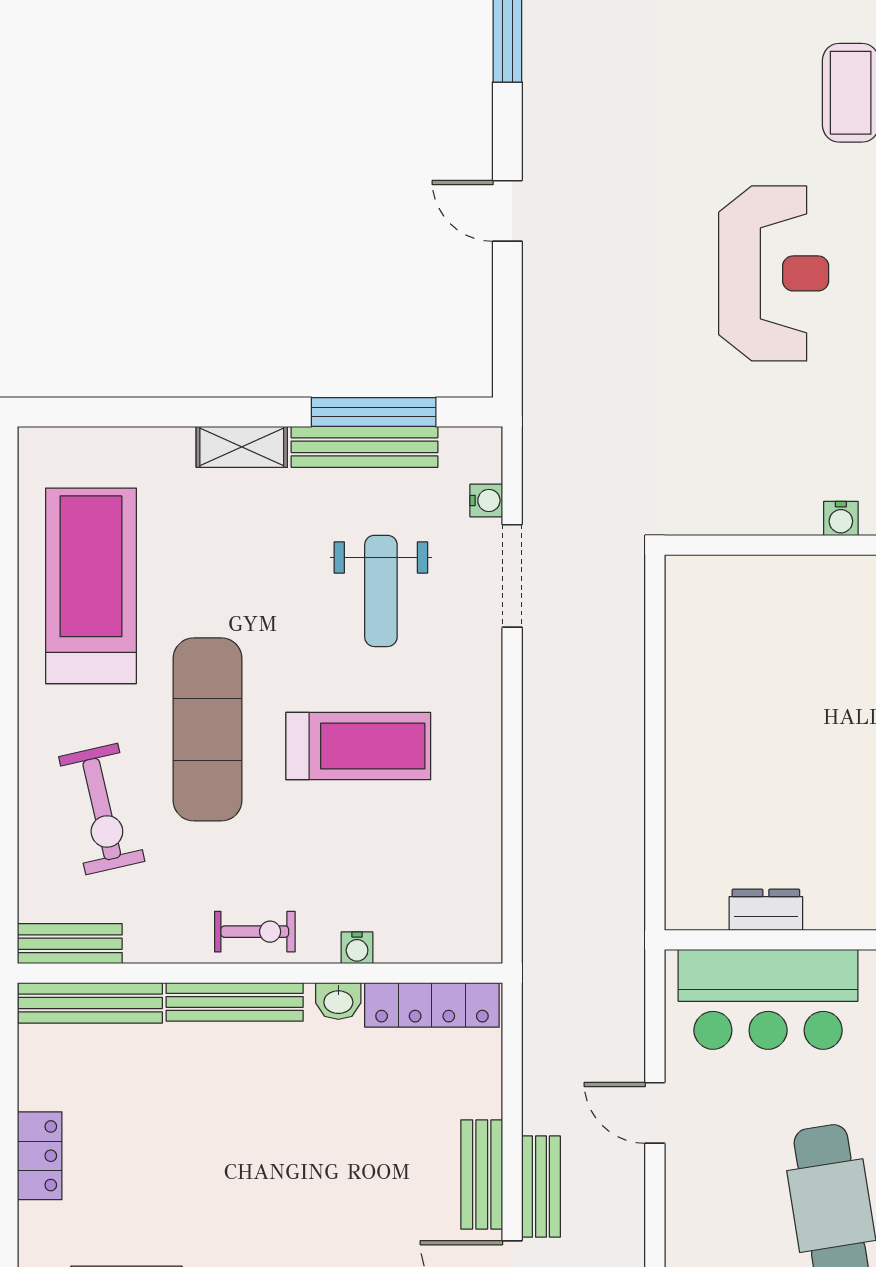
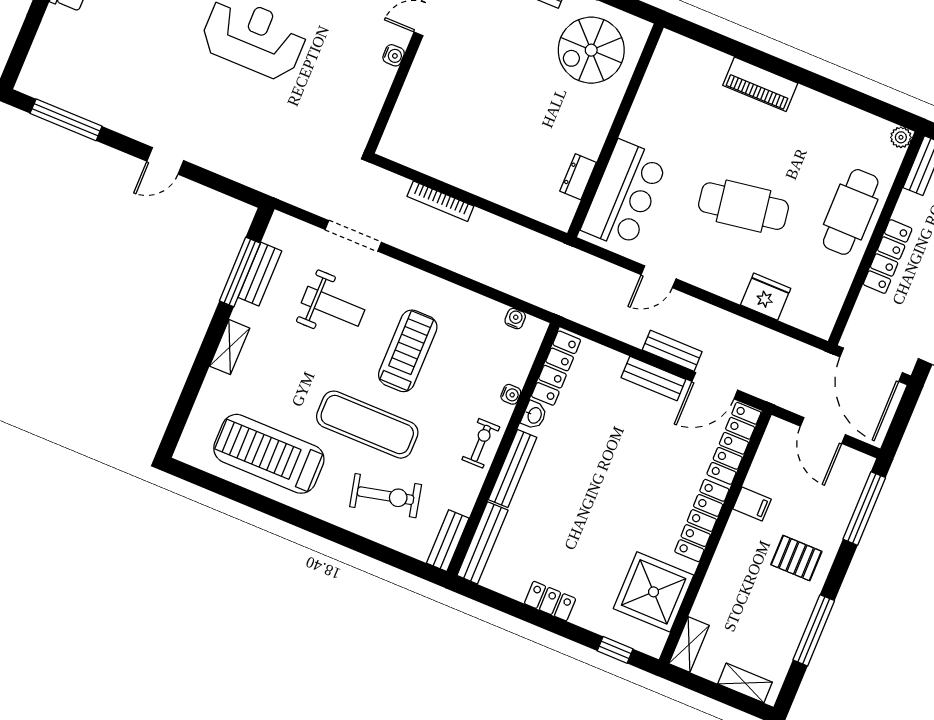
bench: (365, 447) -> (260, 274), width x0.73
water cooler: (486, 500) -> (515, 319), moved
bookcase: (630, 697) -> (440, 201), added

